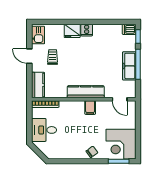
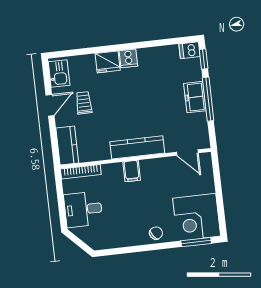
door: (29, 56) -> (50, 105), swing flipped
freezer: (129, 66) -> (195, 97), width x0.71
filing cabinet: (90, 108) -> (132, 171), moved

